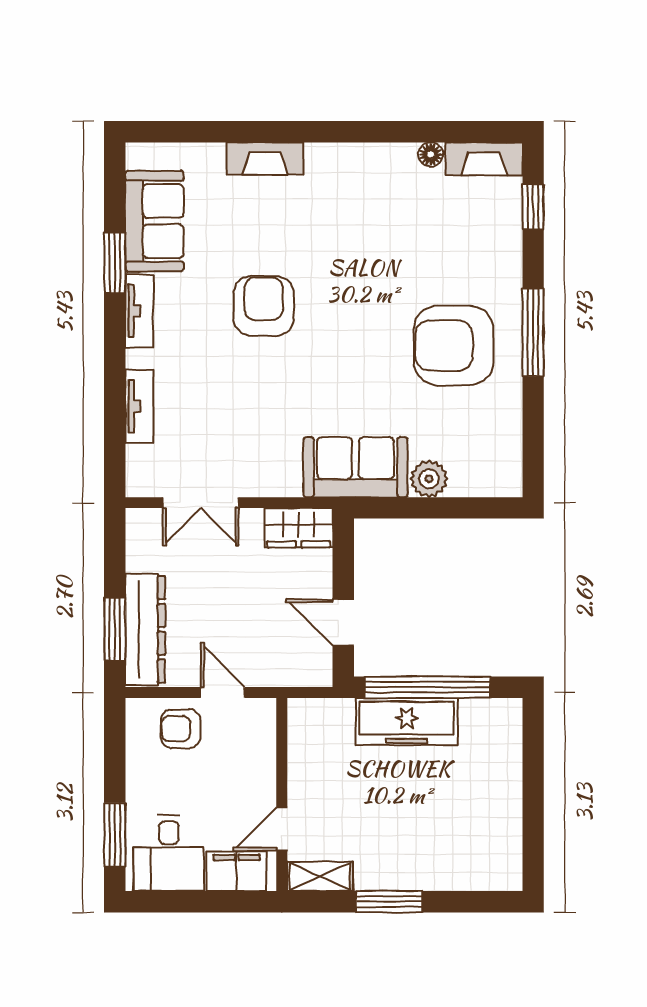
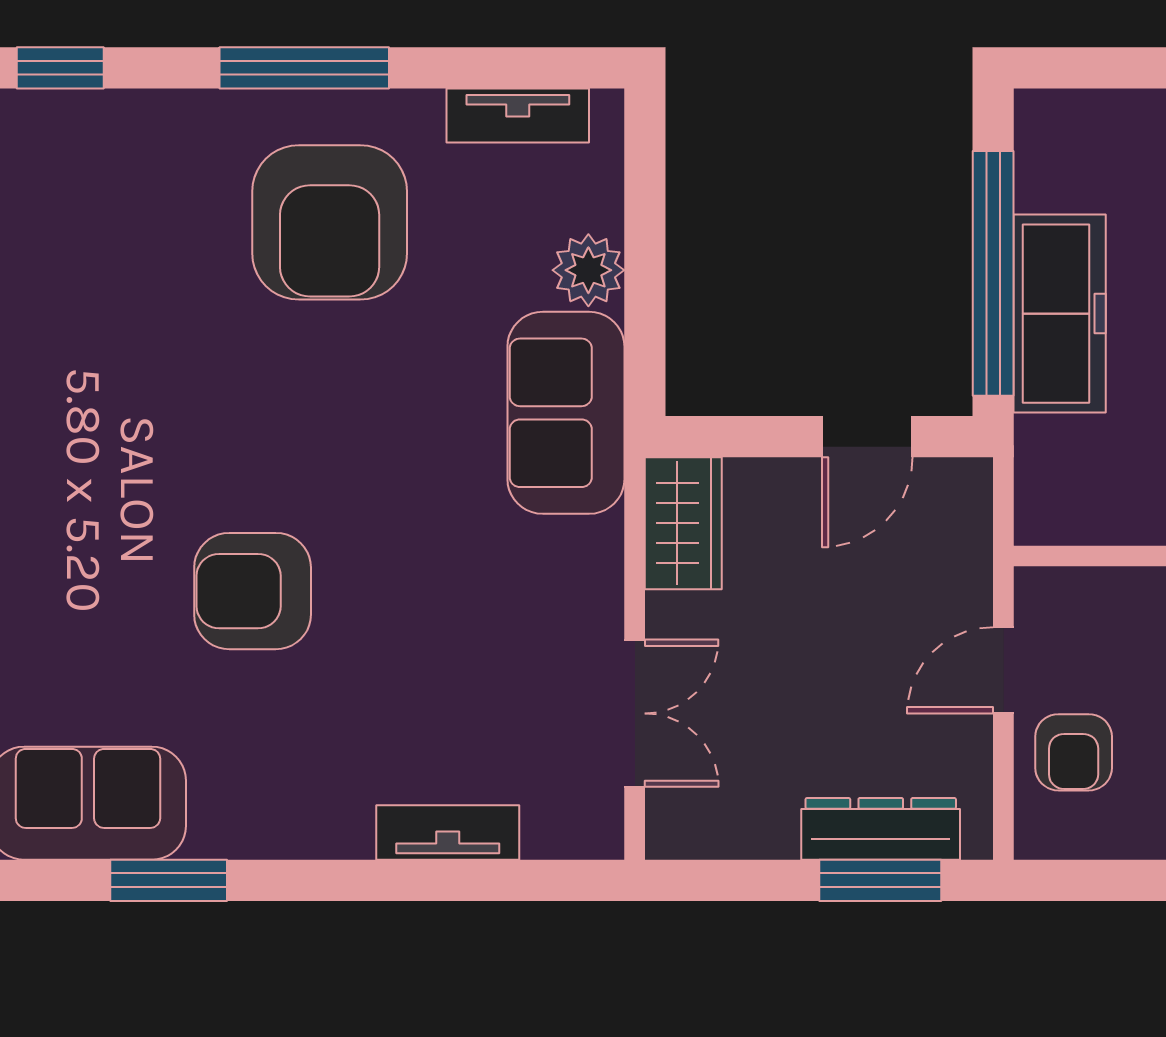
tv unit: (139, 311) -> (518, 116), moved, turned 180
dresser: (145, 629) -> (881, 829), width x0.73, depth x0.80

